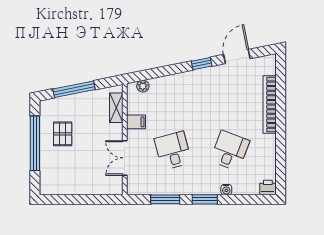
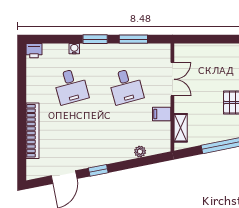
plant: (143, 86) -> (140, 152), moved
desk: (230, 151) -> (71, 86), turned -36

